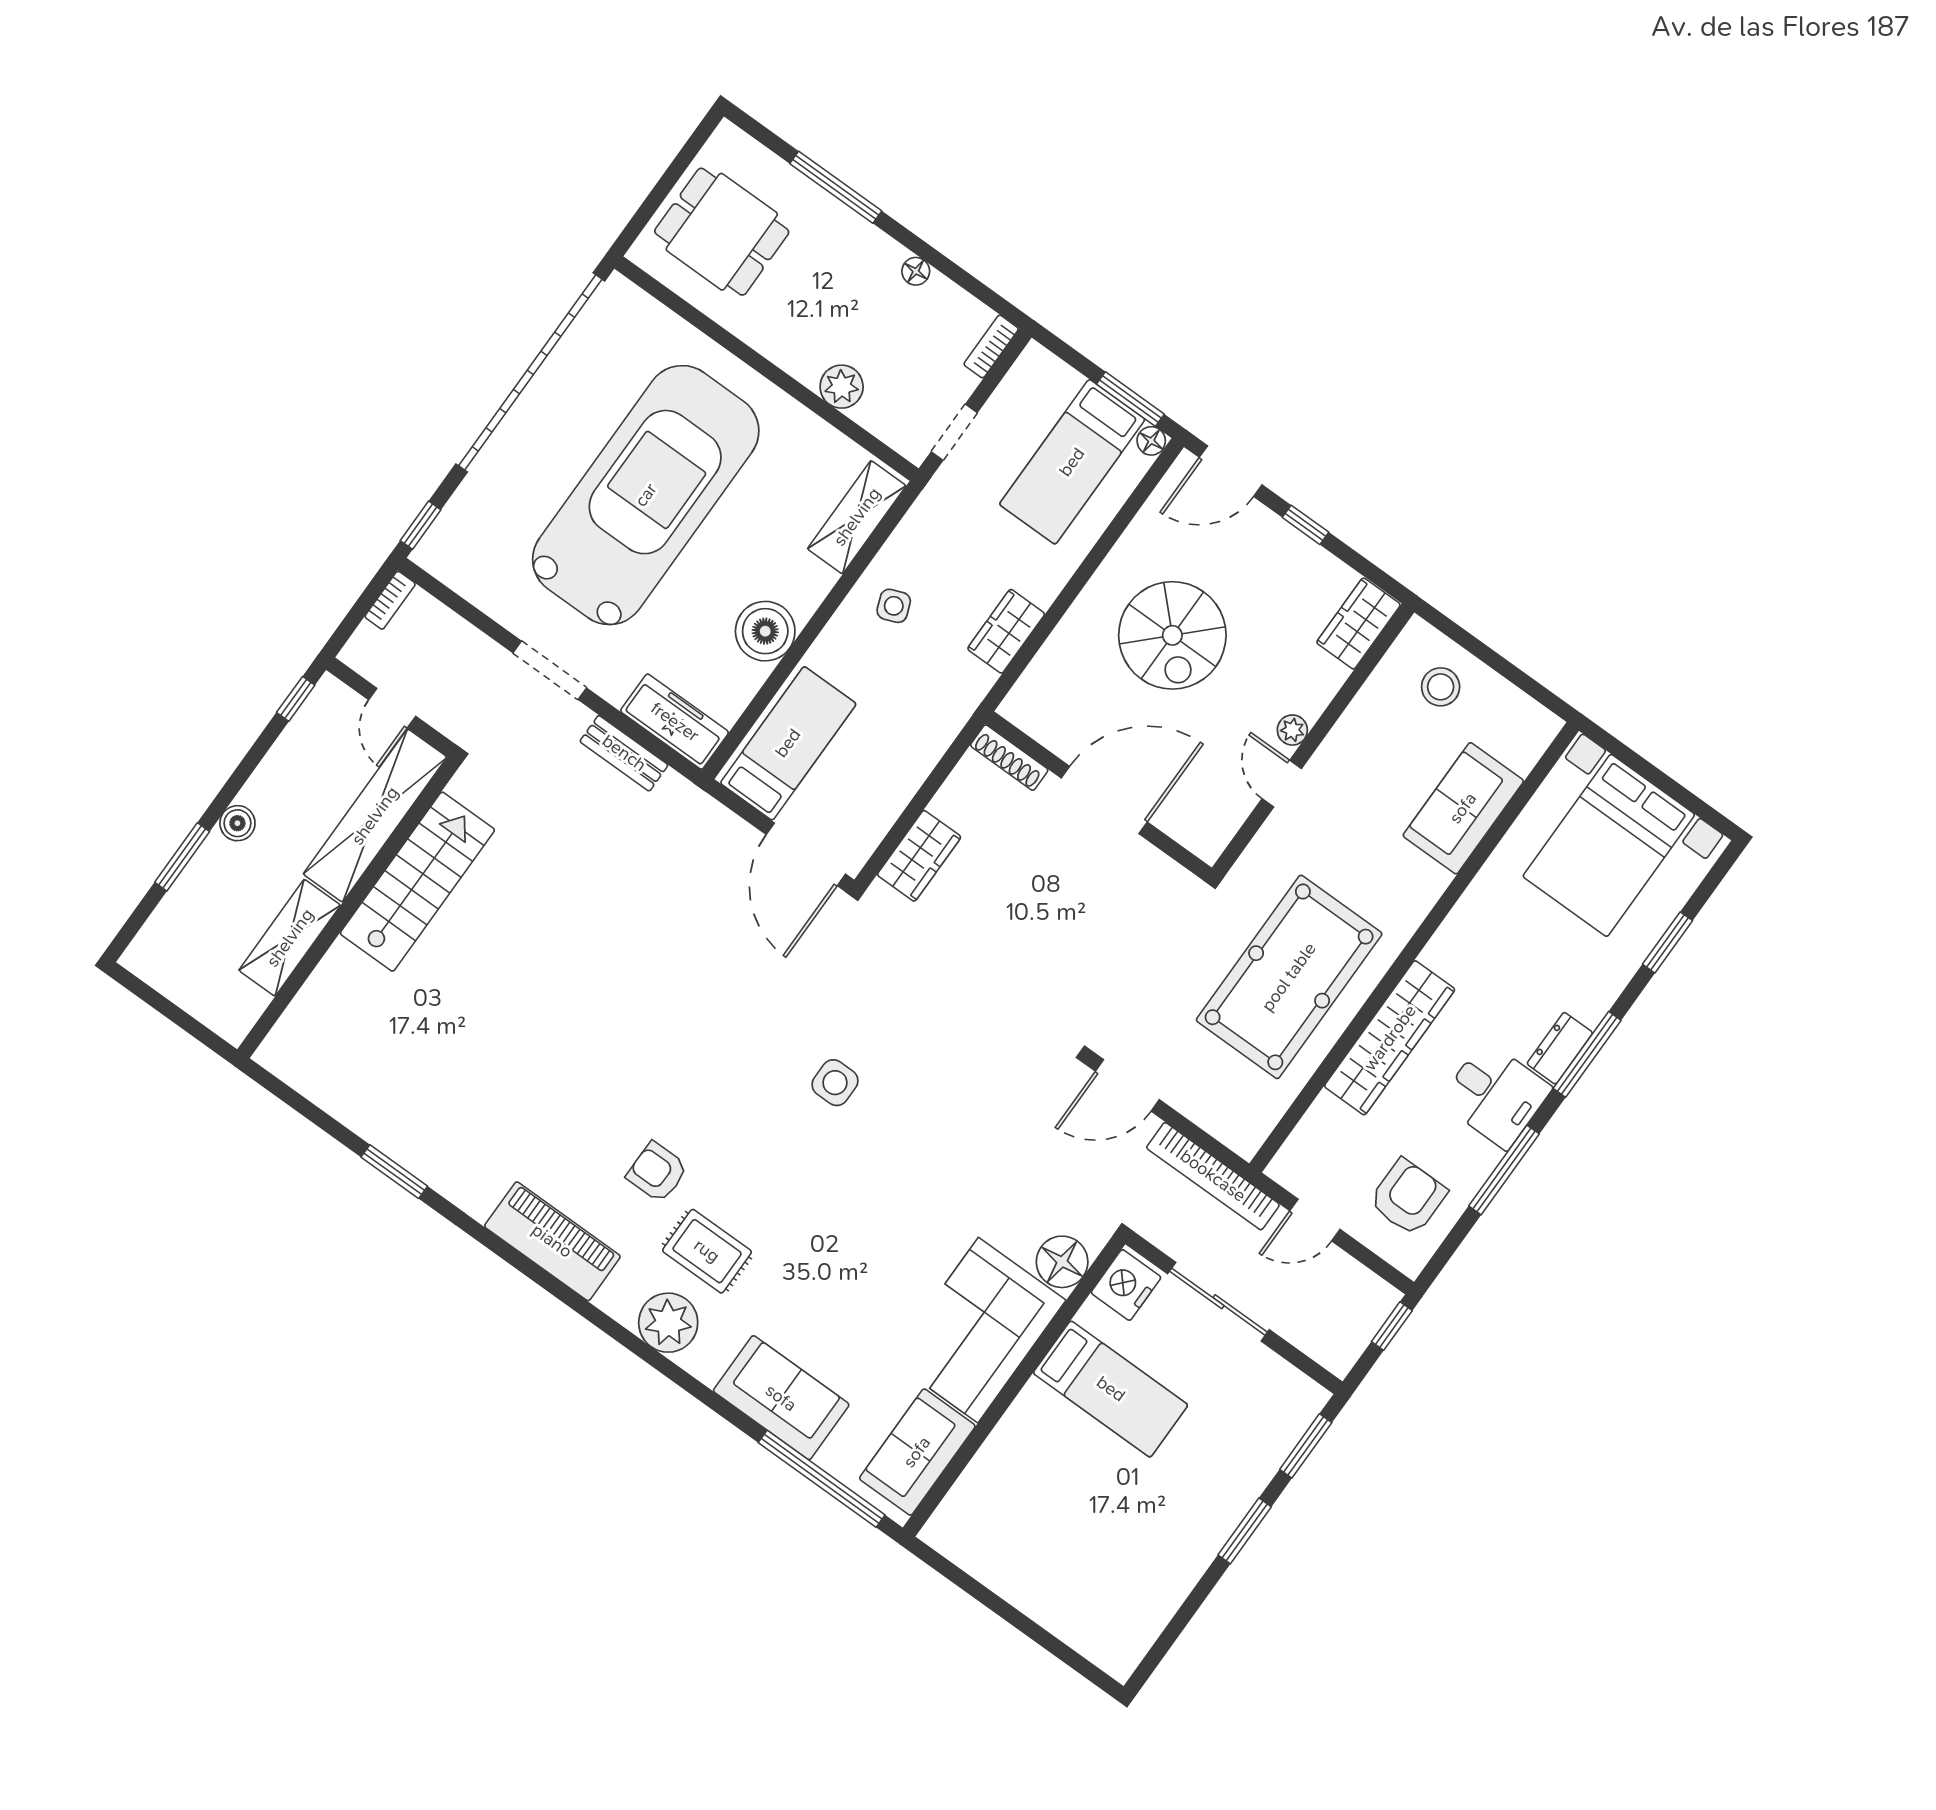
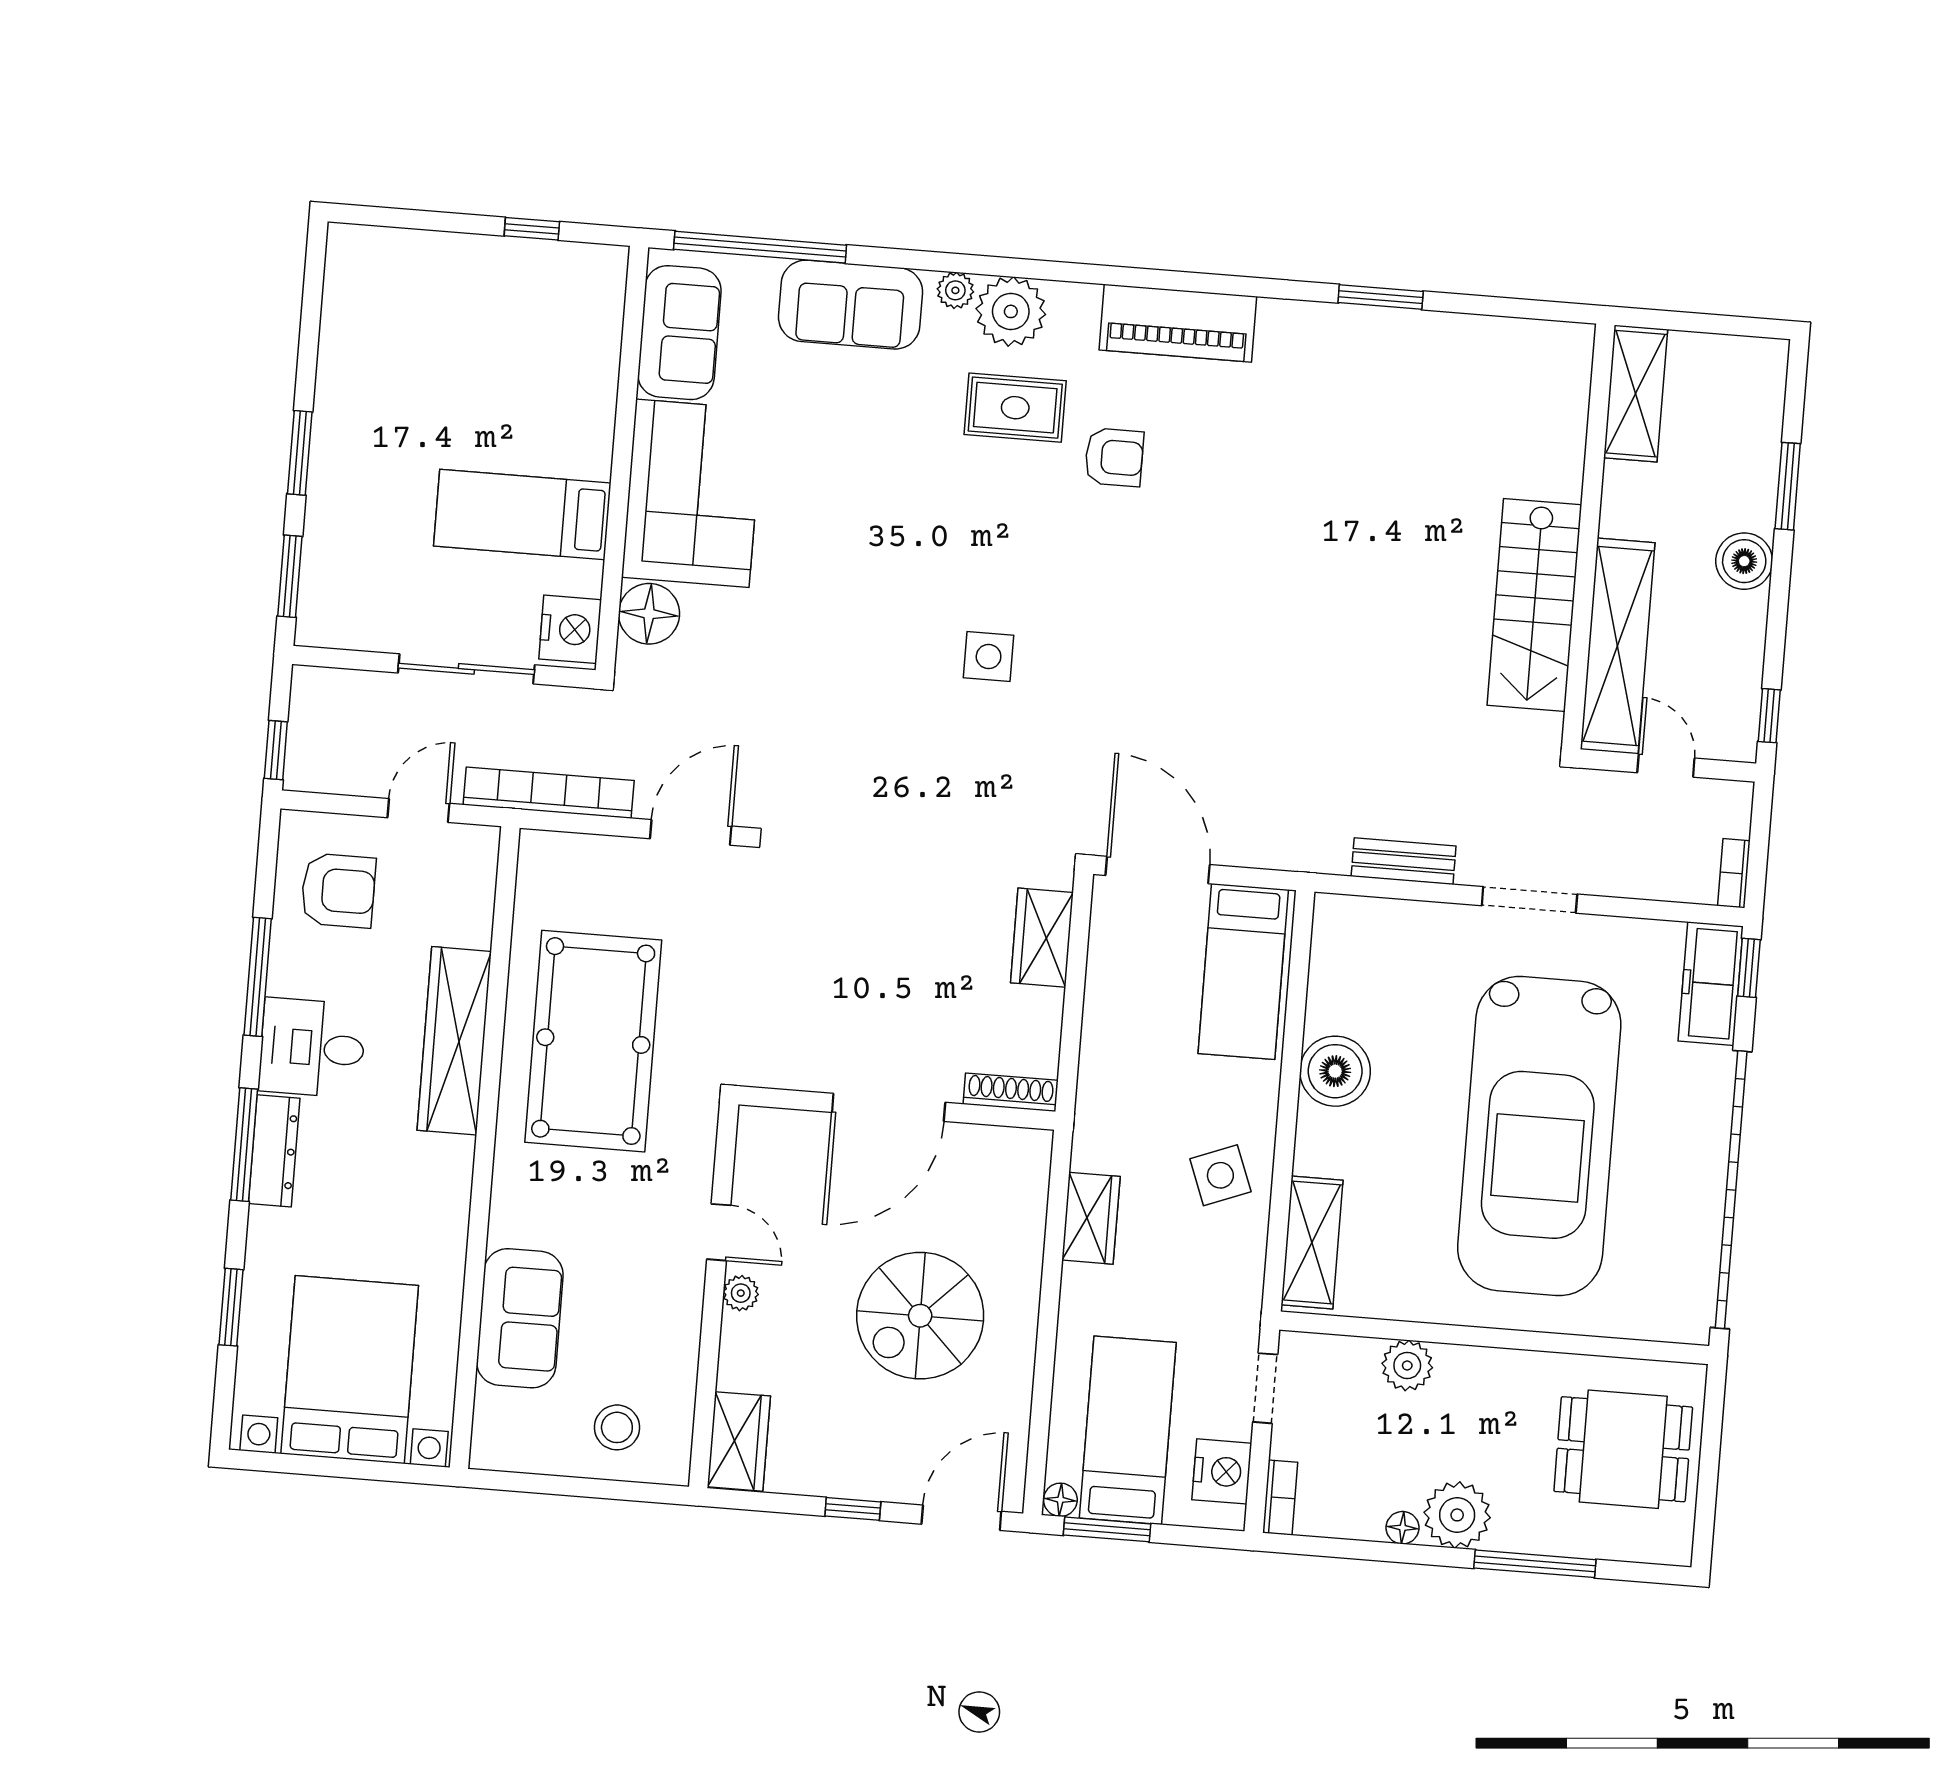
plant: (871, 257) -> (1457, 1515), added
nightstand: (1022, 391) -> (1222, 1471), added
side table: (894, 606) -> (1220, 1175), width x1.37, depth x1.37
spiral stairs: (1172, 635) -> (920, 1316), turned -90
freezer: (675, 722) -> (1711, 984), moved, turned 90
boiler: (237, 823) -> (1744, 561), width x1.36, depth x1.36
shelving: (290, 938) -> (1636, 394), moved
dresser: (1560, 1048) -> (274, 1151), width x1.44
armchair: (1408, 1197) -> (338, 891), turned -90
plant: (699, 1362) -> (955, 290), added
window: (979, 1592) -> (532, 229), added

